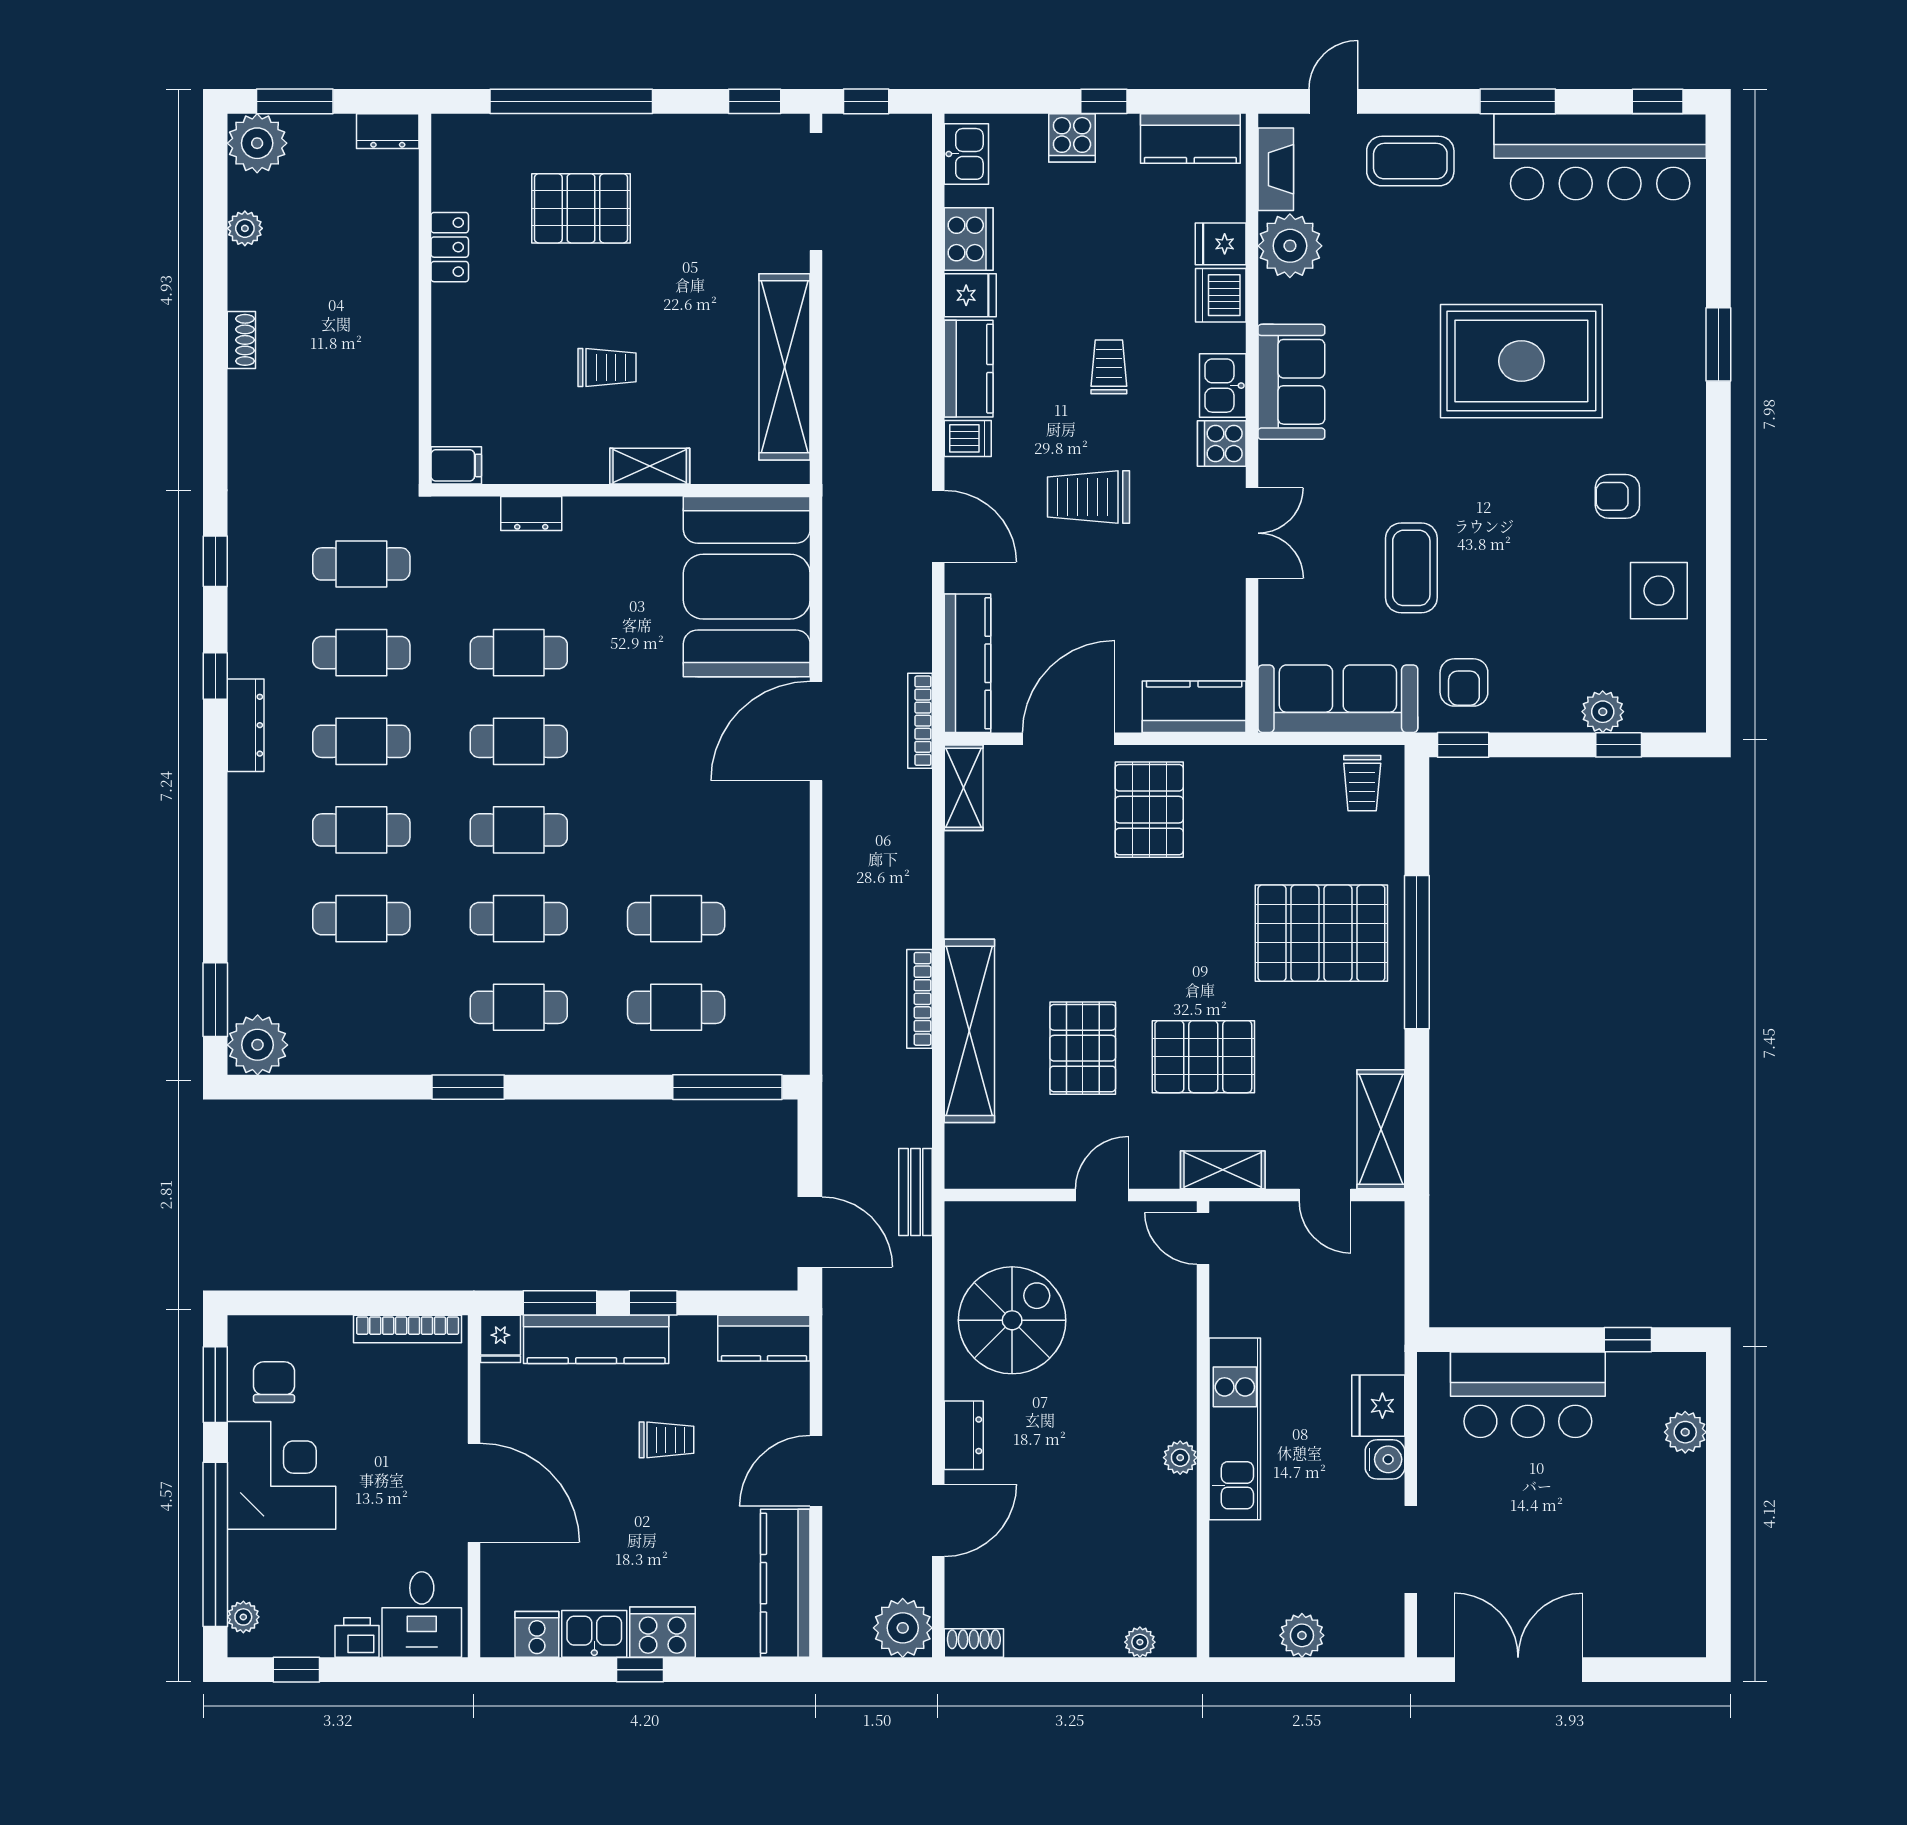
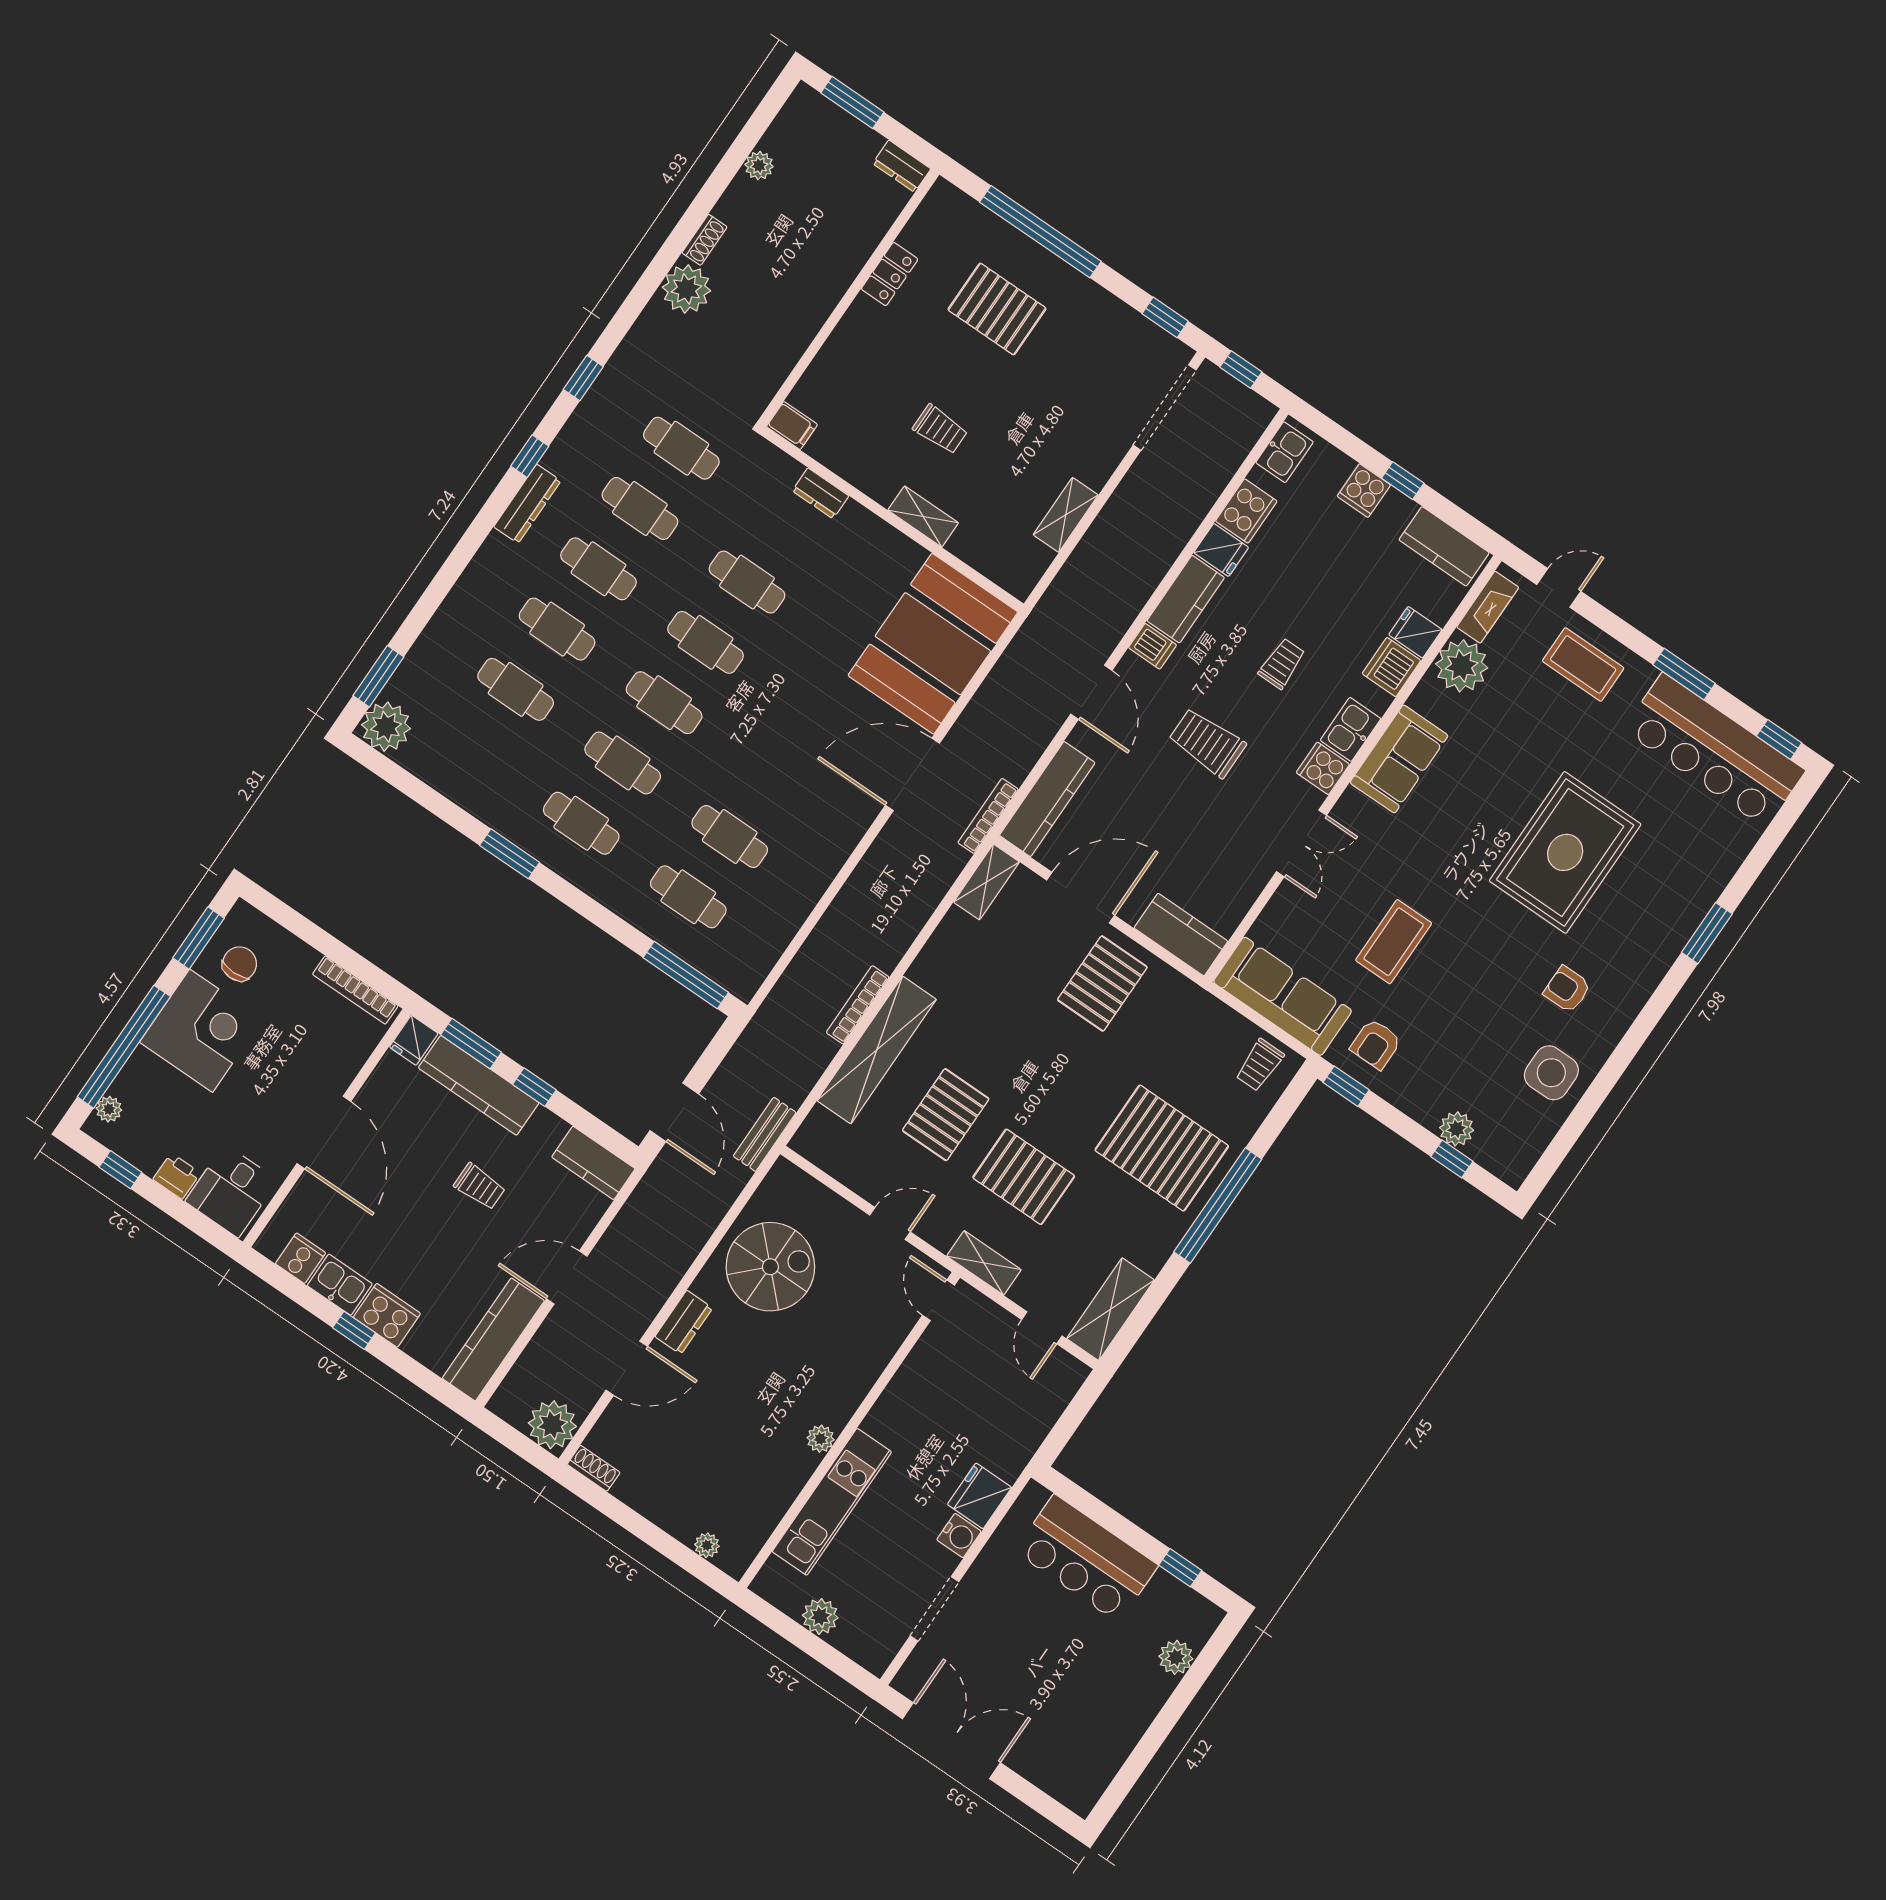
plant: (257, 143) -> (686, 289), moved
rug: (1521, 361) -> (1565, 852), turned 90
shelving: (785, 367) -> (1066, 515), width x0.45, depth x0.75
kitchen unit: (1235, 1429) -> (832, 1502), moved

